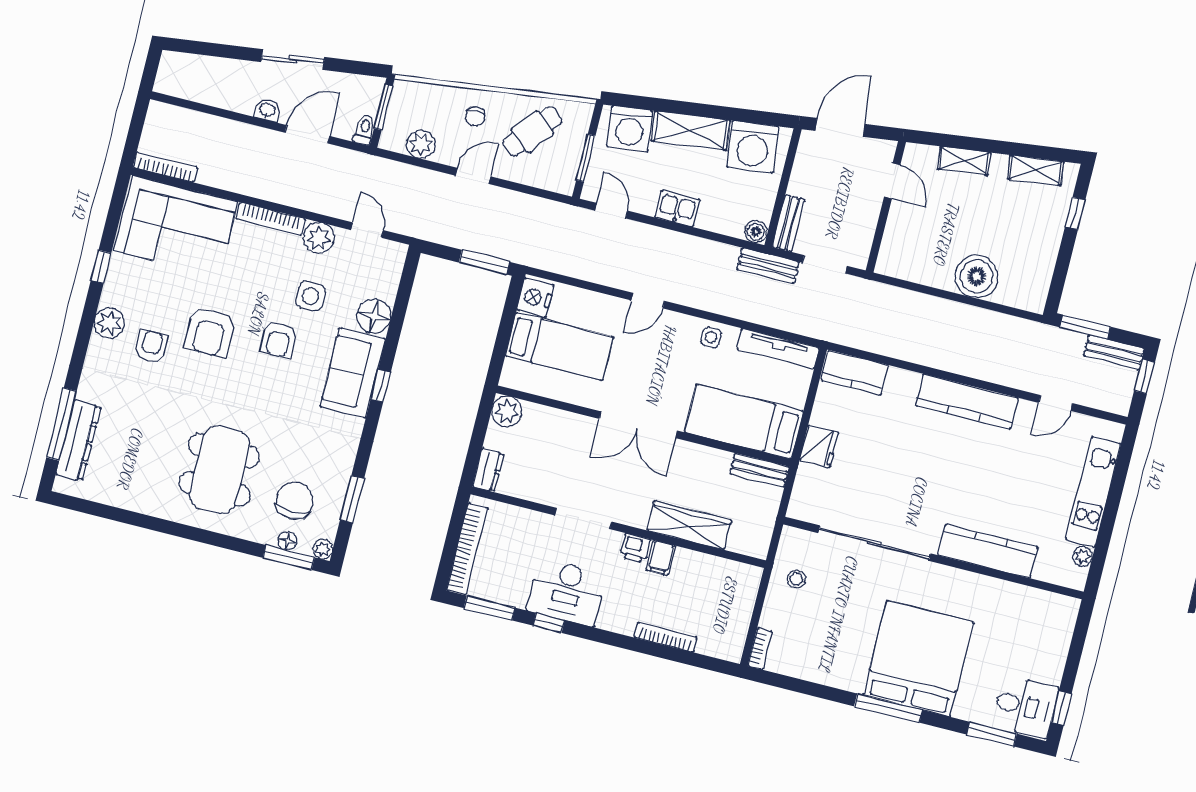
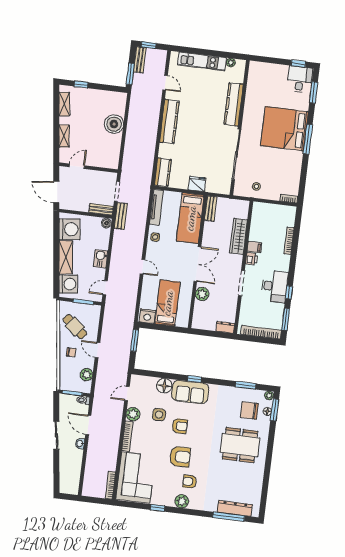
plant: (507, 411) -> (202, 294), moved

